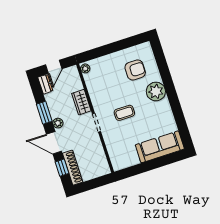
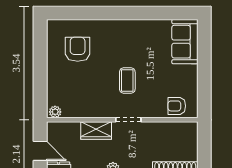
plant: (156, 91) -> (113, 32), removed
sofa: (160, 147) -> (185, 42), width x0.73
armchair: (118, 154) -> (177, 106), added

